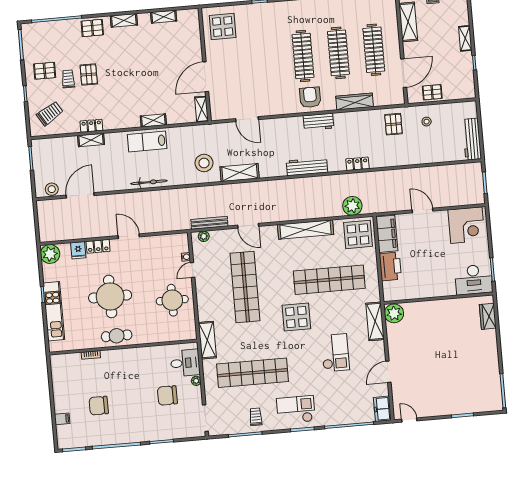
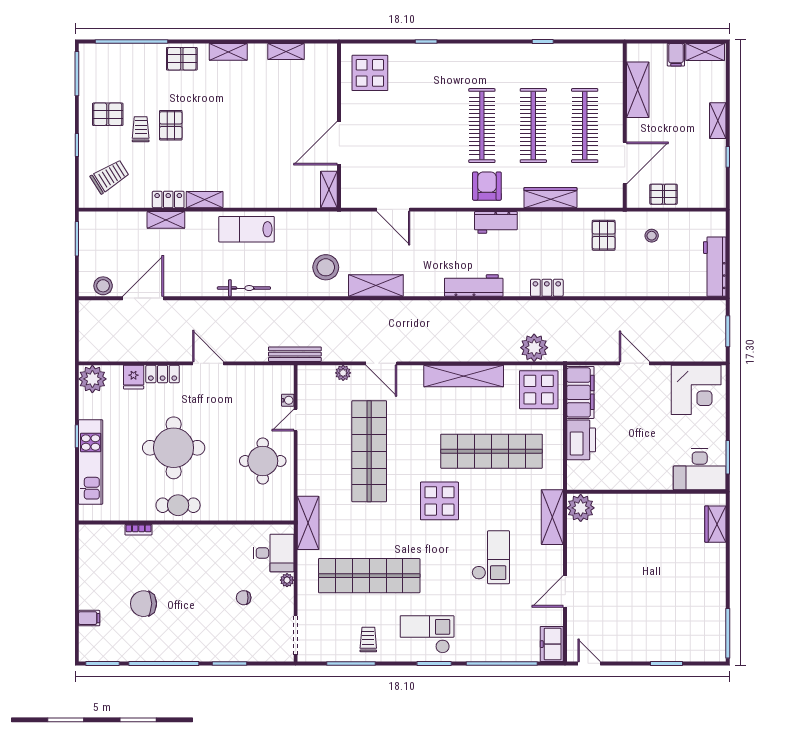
shelving: (153, 120) -> (205, 200), moved
bench: (209, 223) -> (295, 354), moved
plant: (204, 236) -> (343, 373), moved
chair: (167, 395) -> (244, 598), width x0.54, depth x0.54

